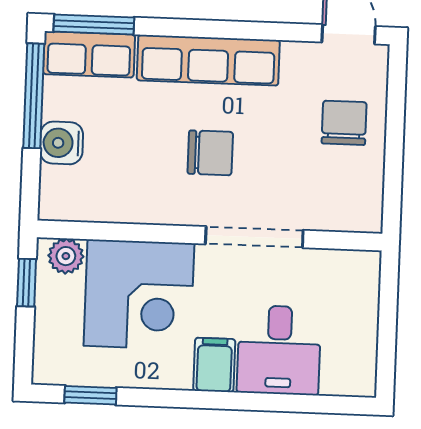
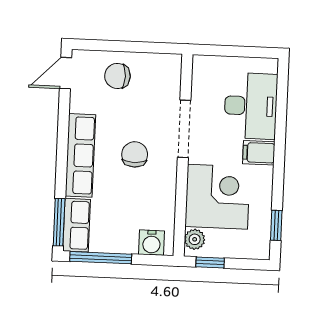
water cooler: (61, 143) -> (151, 243), moved
desk: (279, 350) -> (251, 106), width x1.37

